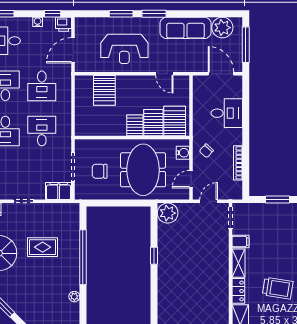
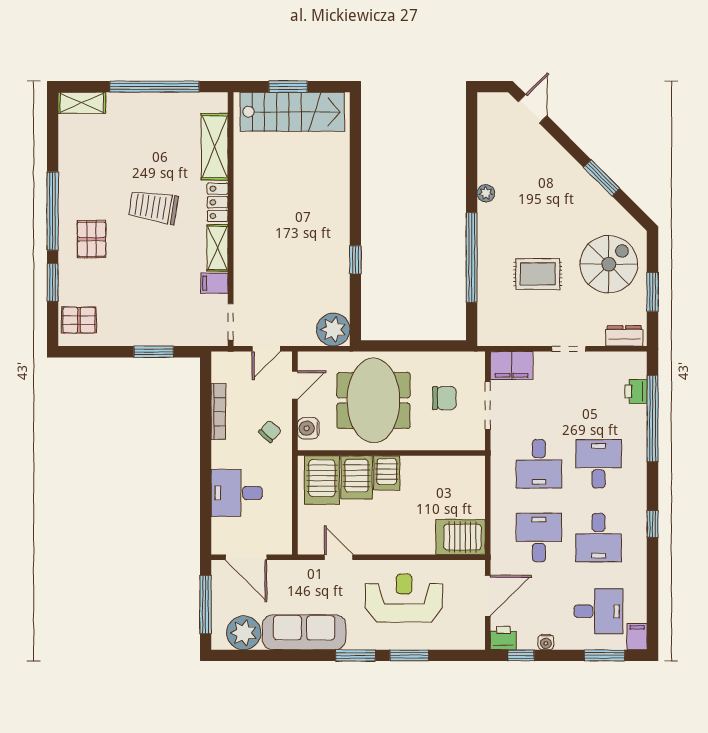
server rack: (104, 90) -> (461, 537), moved, turned -90

